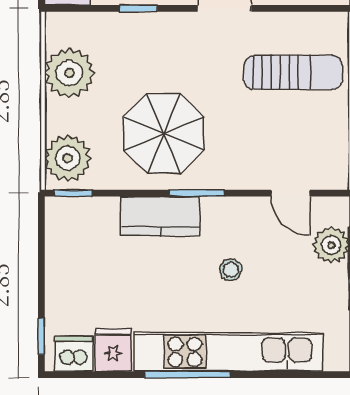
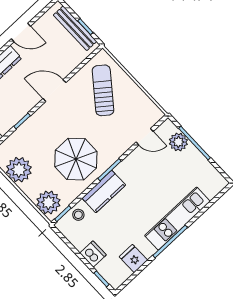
sun lounger: (293, 72) -> (103, 90), turned -52
stool: (231, 270) -> (78, 215), moved
kitchen unit: (228, 352) -> (177, 219), width x0.73
dishwasher: (74, 354) -> (93, 254), moved, turned 90

